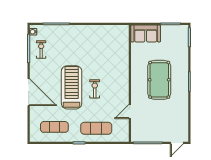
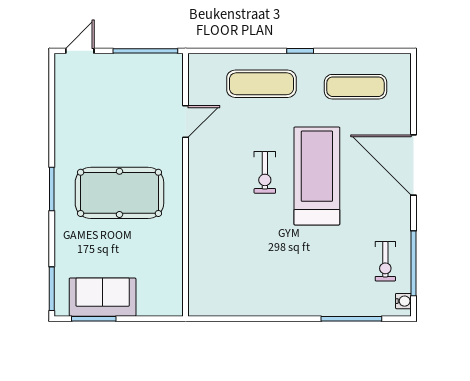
sofa: (146, 34) -> (103, 297), moved
pool table: (159, 80) -> (119, 193), turned 90
treadmill: (72, 87) -> (317, 176), turned 180

